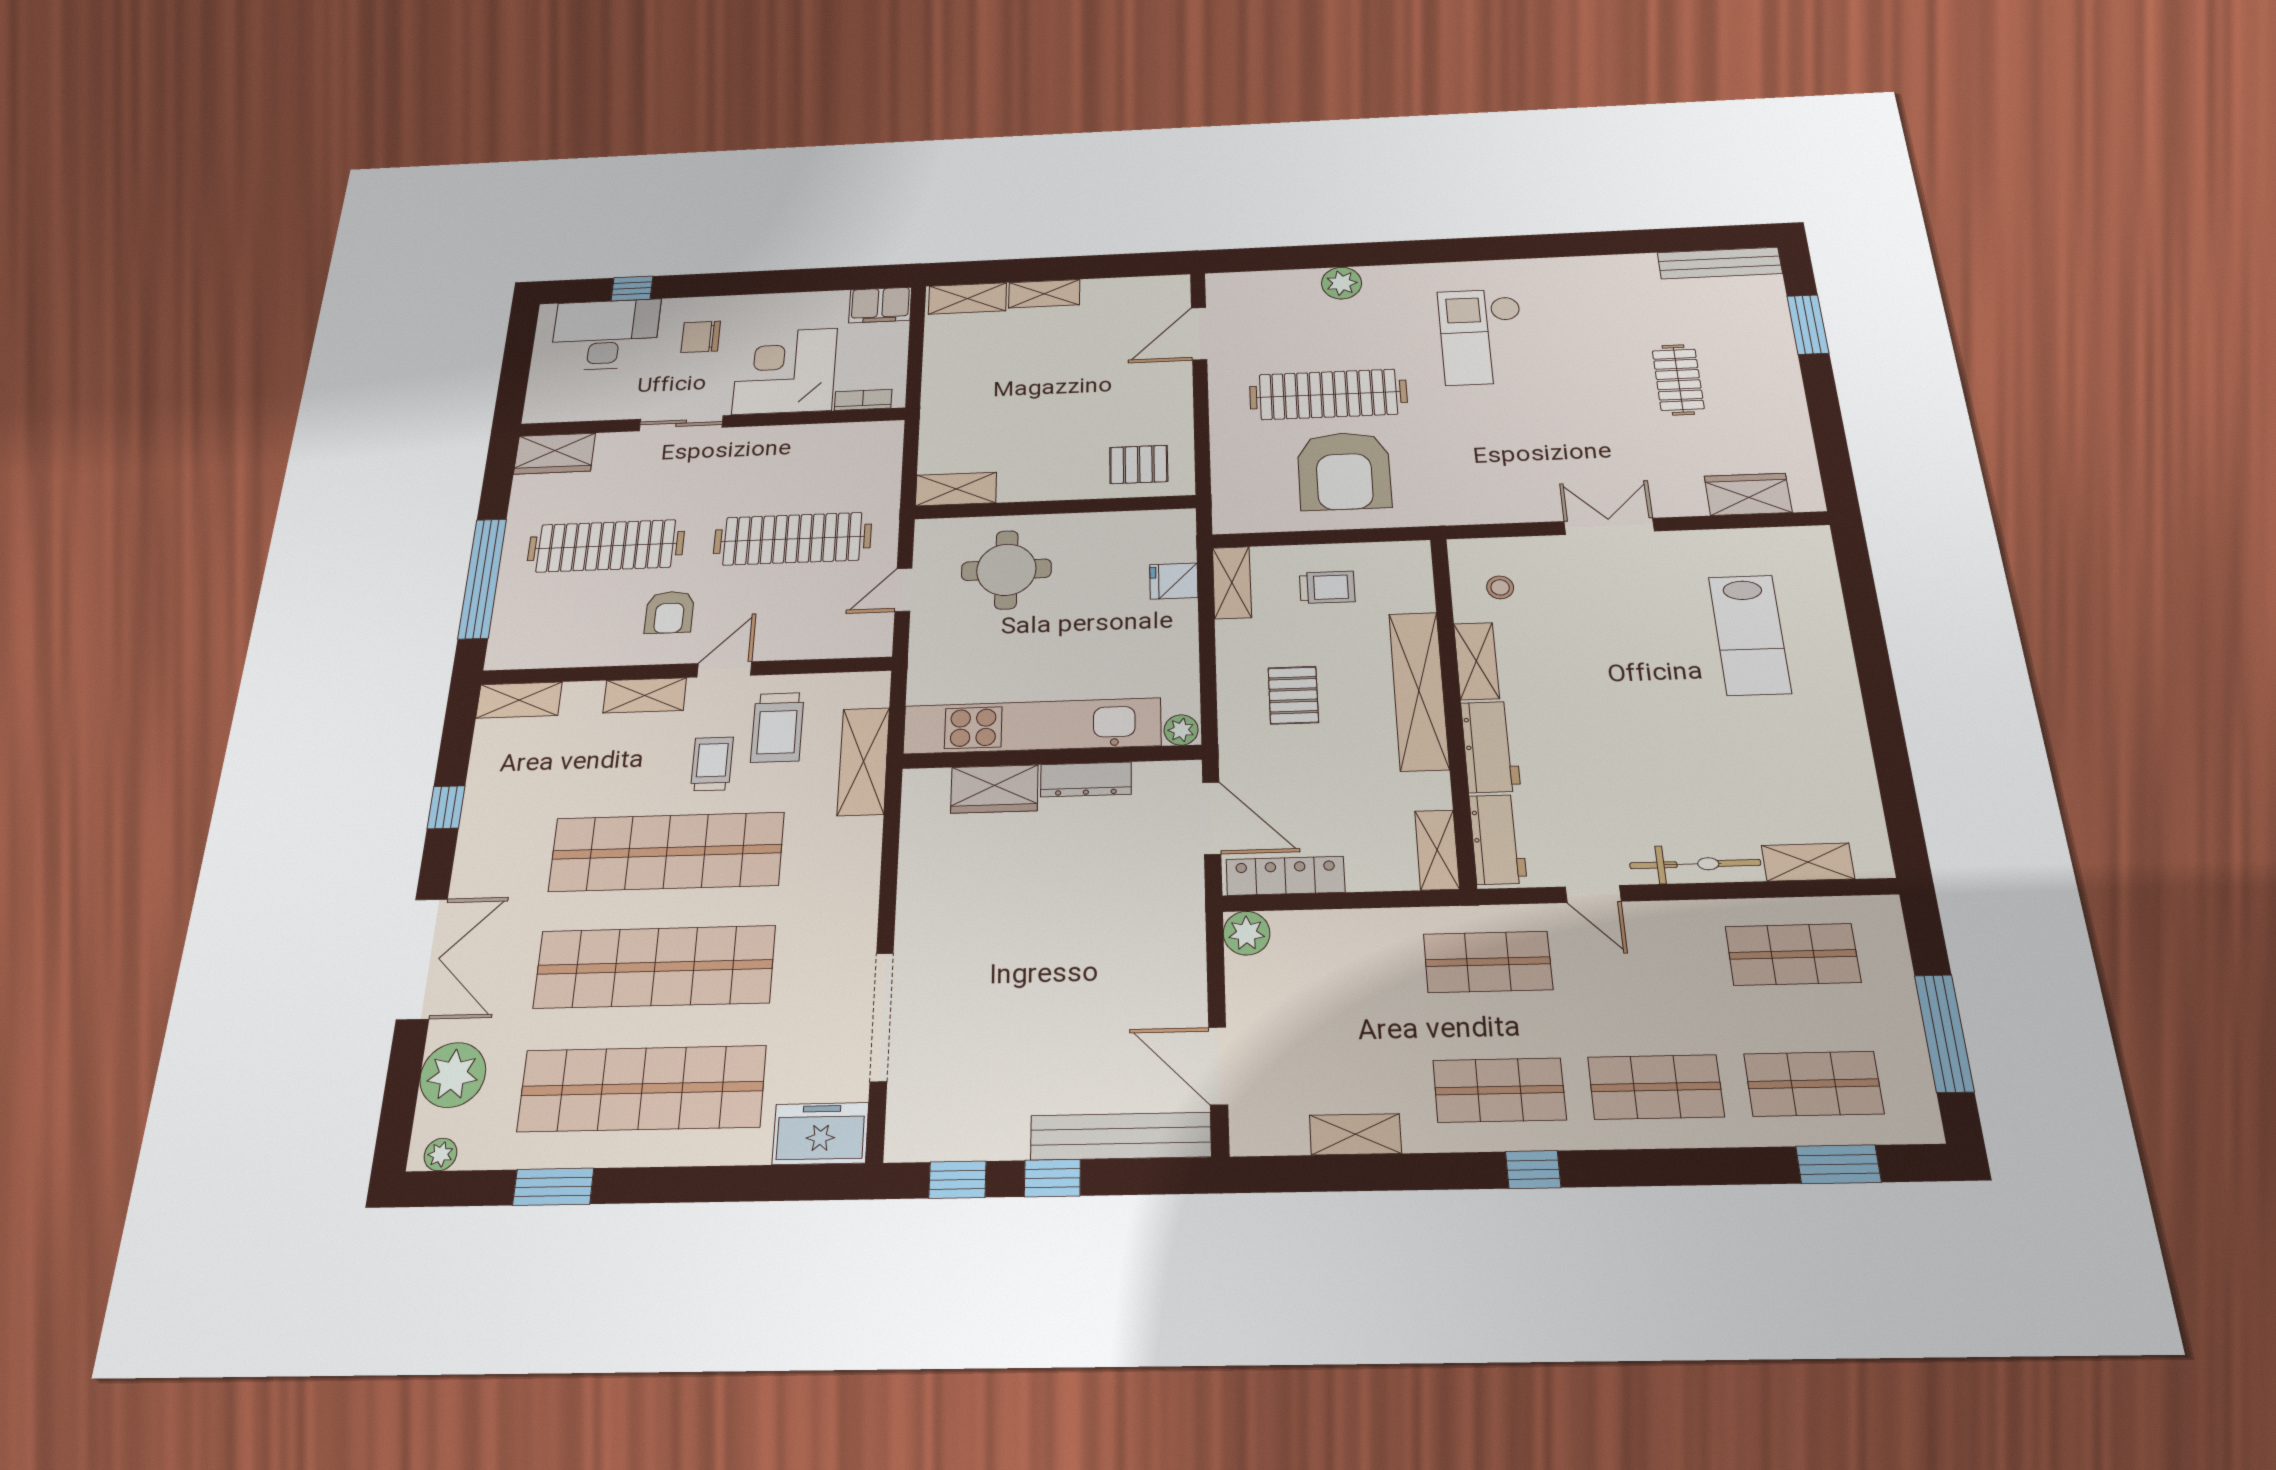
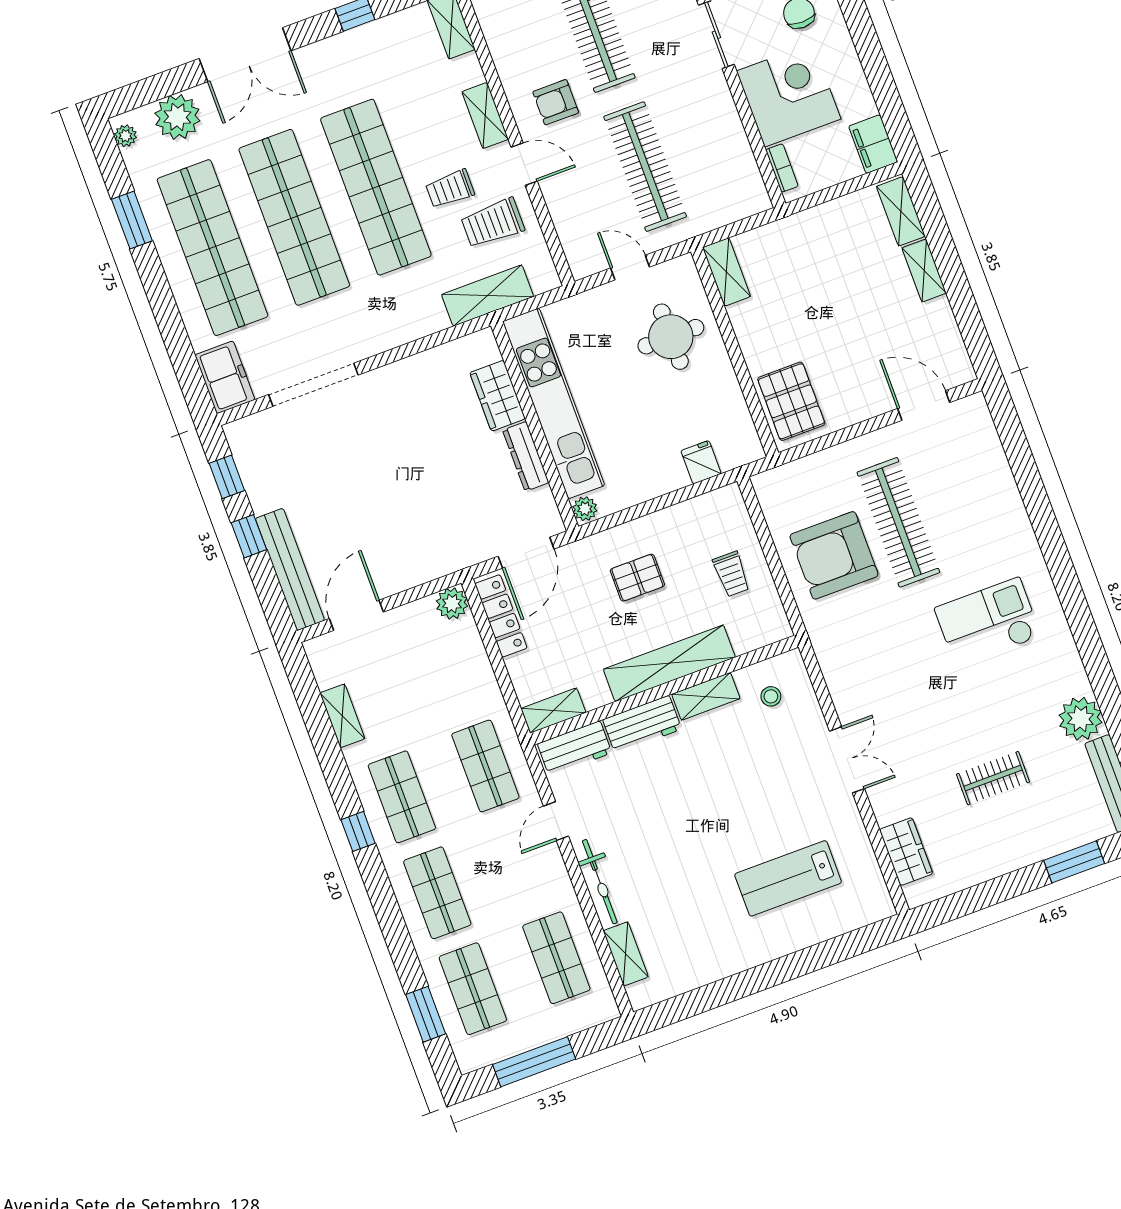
plant: (1342, 283) -> (1080, 719), moved, width x1.36, depth x1.36
pallet: (1139, 464) -> (791, 401), width x1.50, depth x1.42
shelving: (1232, 583) -> (713, 505), removed
trolley: (712, 764) -> (450, 189), turned 180

